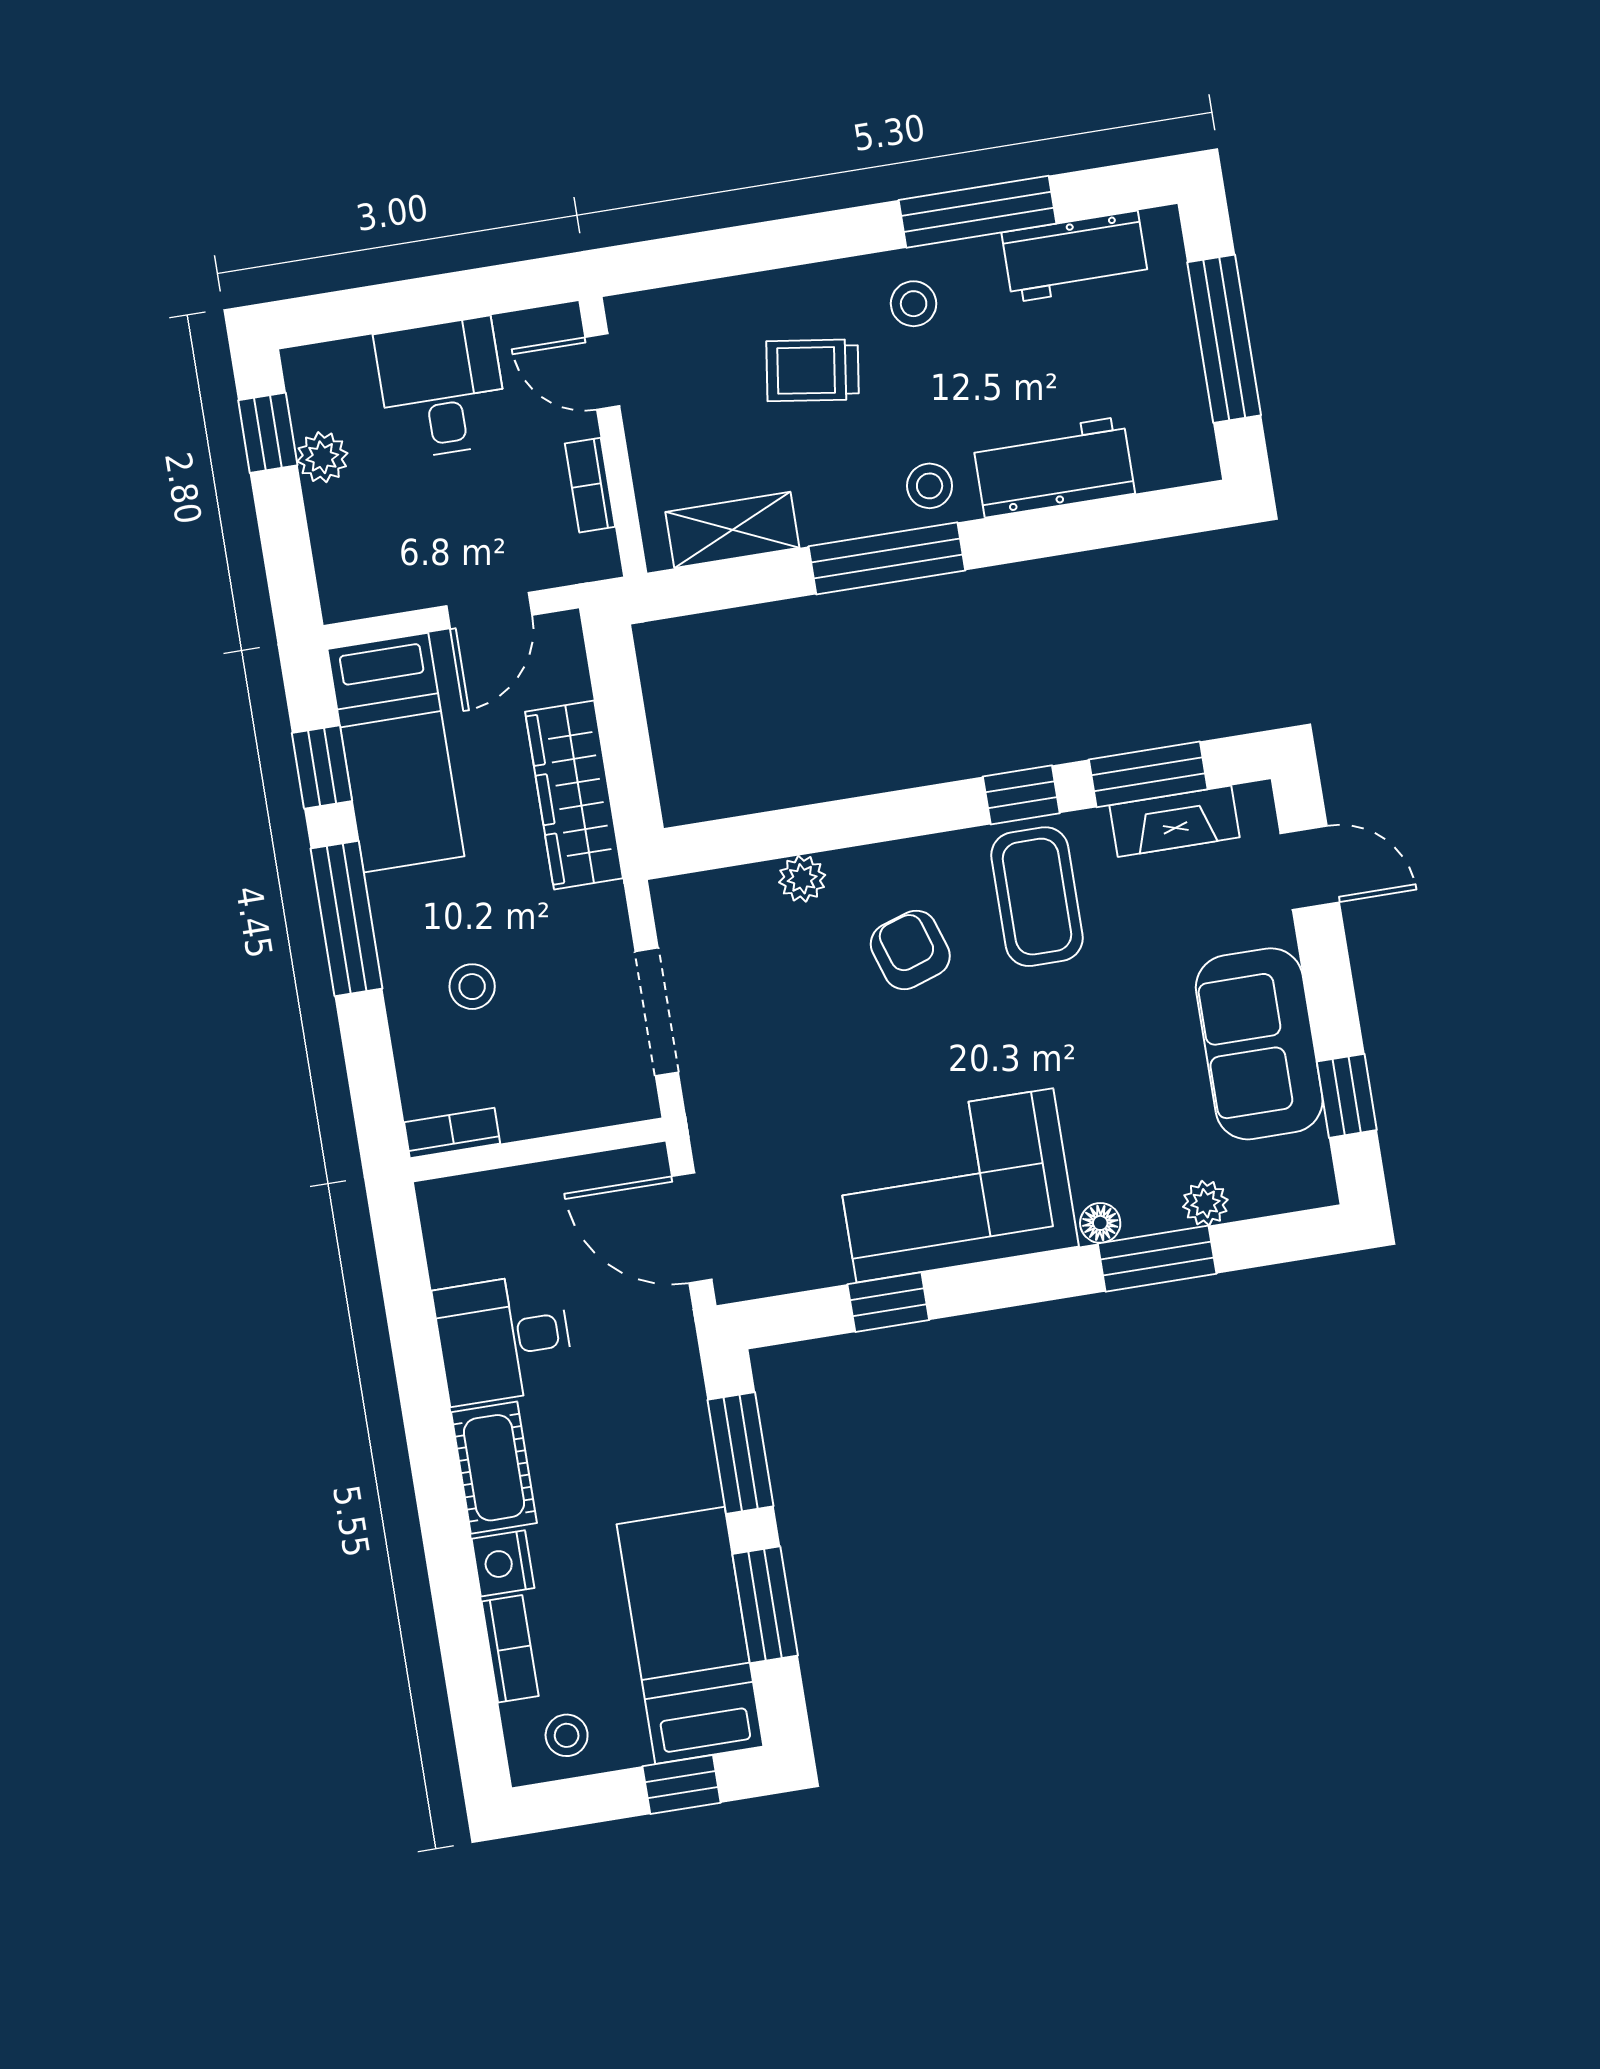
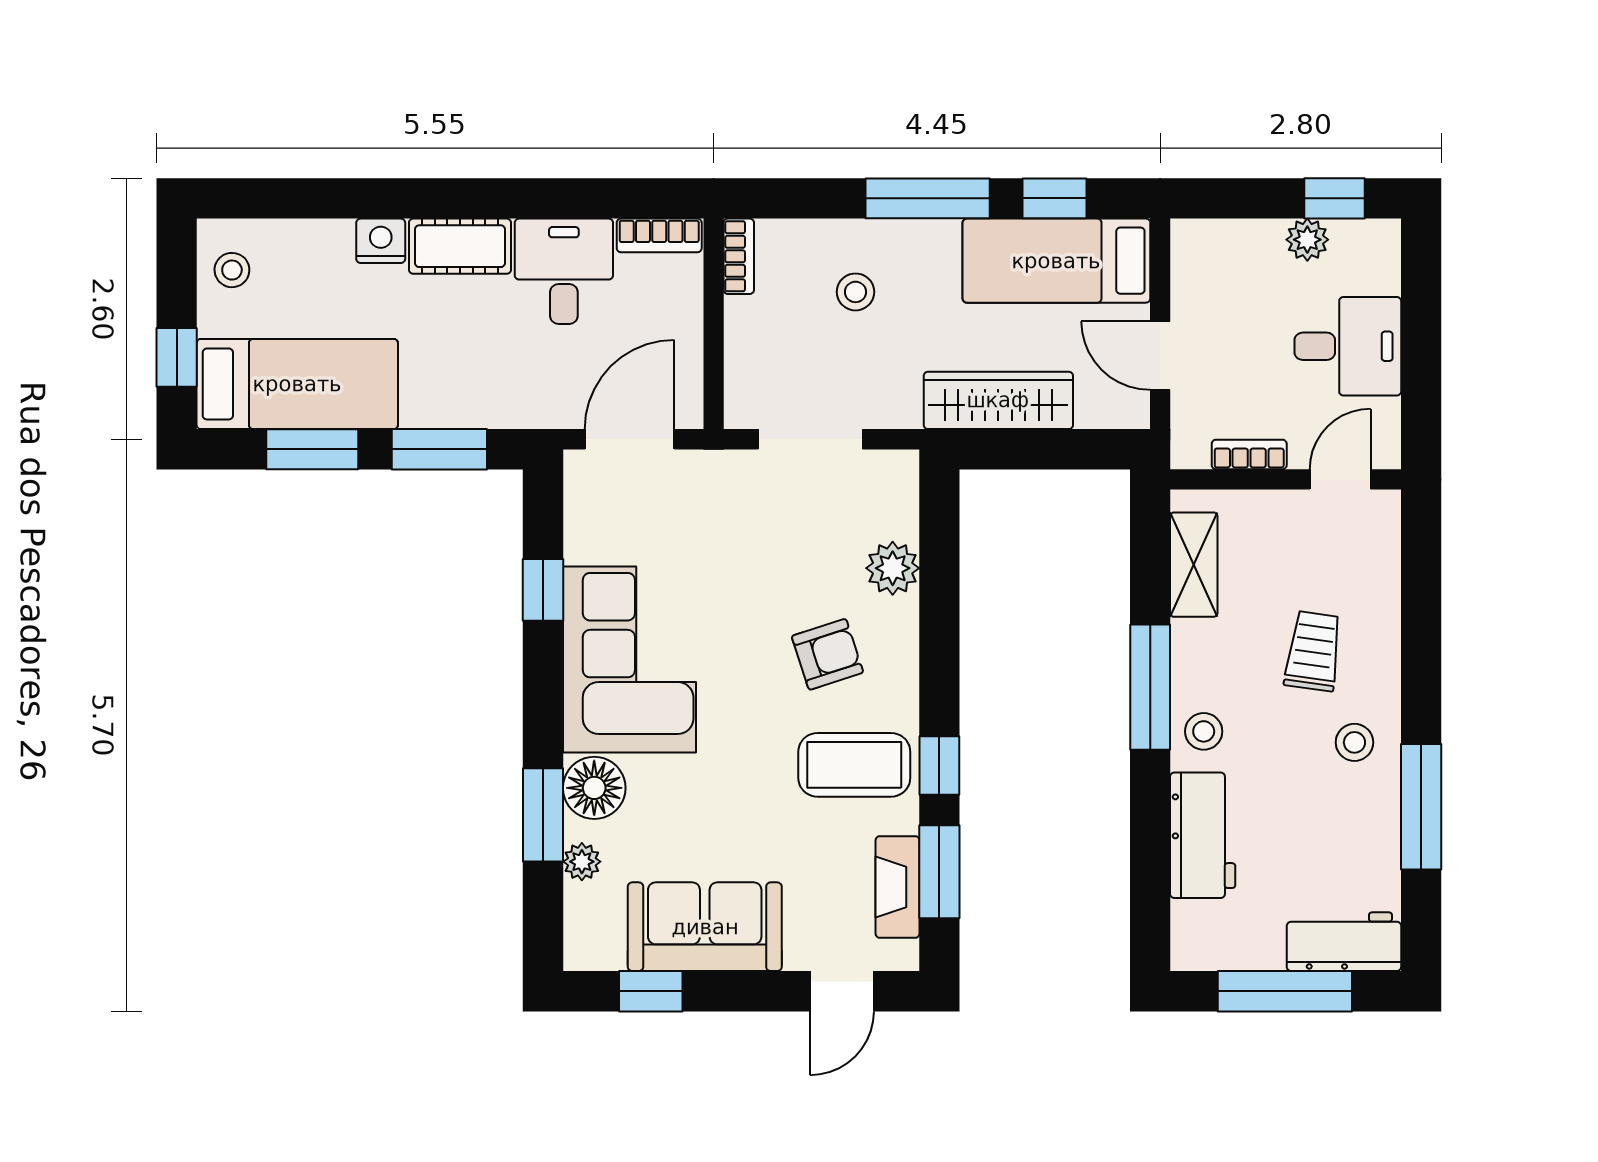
workbench: (1075, 257) -> (1344, 942), moved, turned 90
plant: (802, 879) -> (893, 568), width x1.38, depth x1.38
floor lamp: (1100, 1223) -> (594, 788), width x1.89, depth x1.89
bookcase: (510, 1649) -> (659, 235), moved

